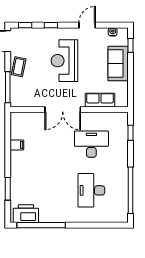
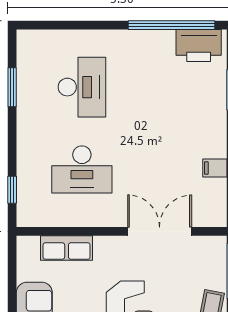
double door: (63, 109) -> (160, 231), moved
window: (131, 190) -> (12, 87), width x0.47

